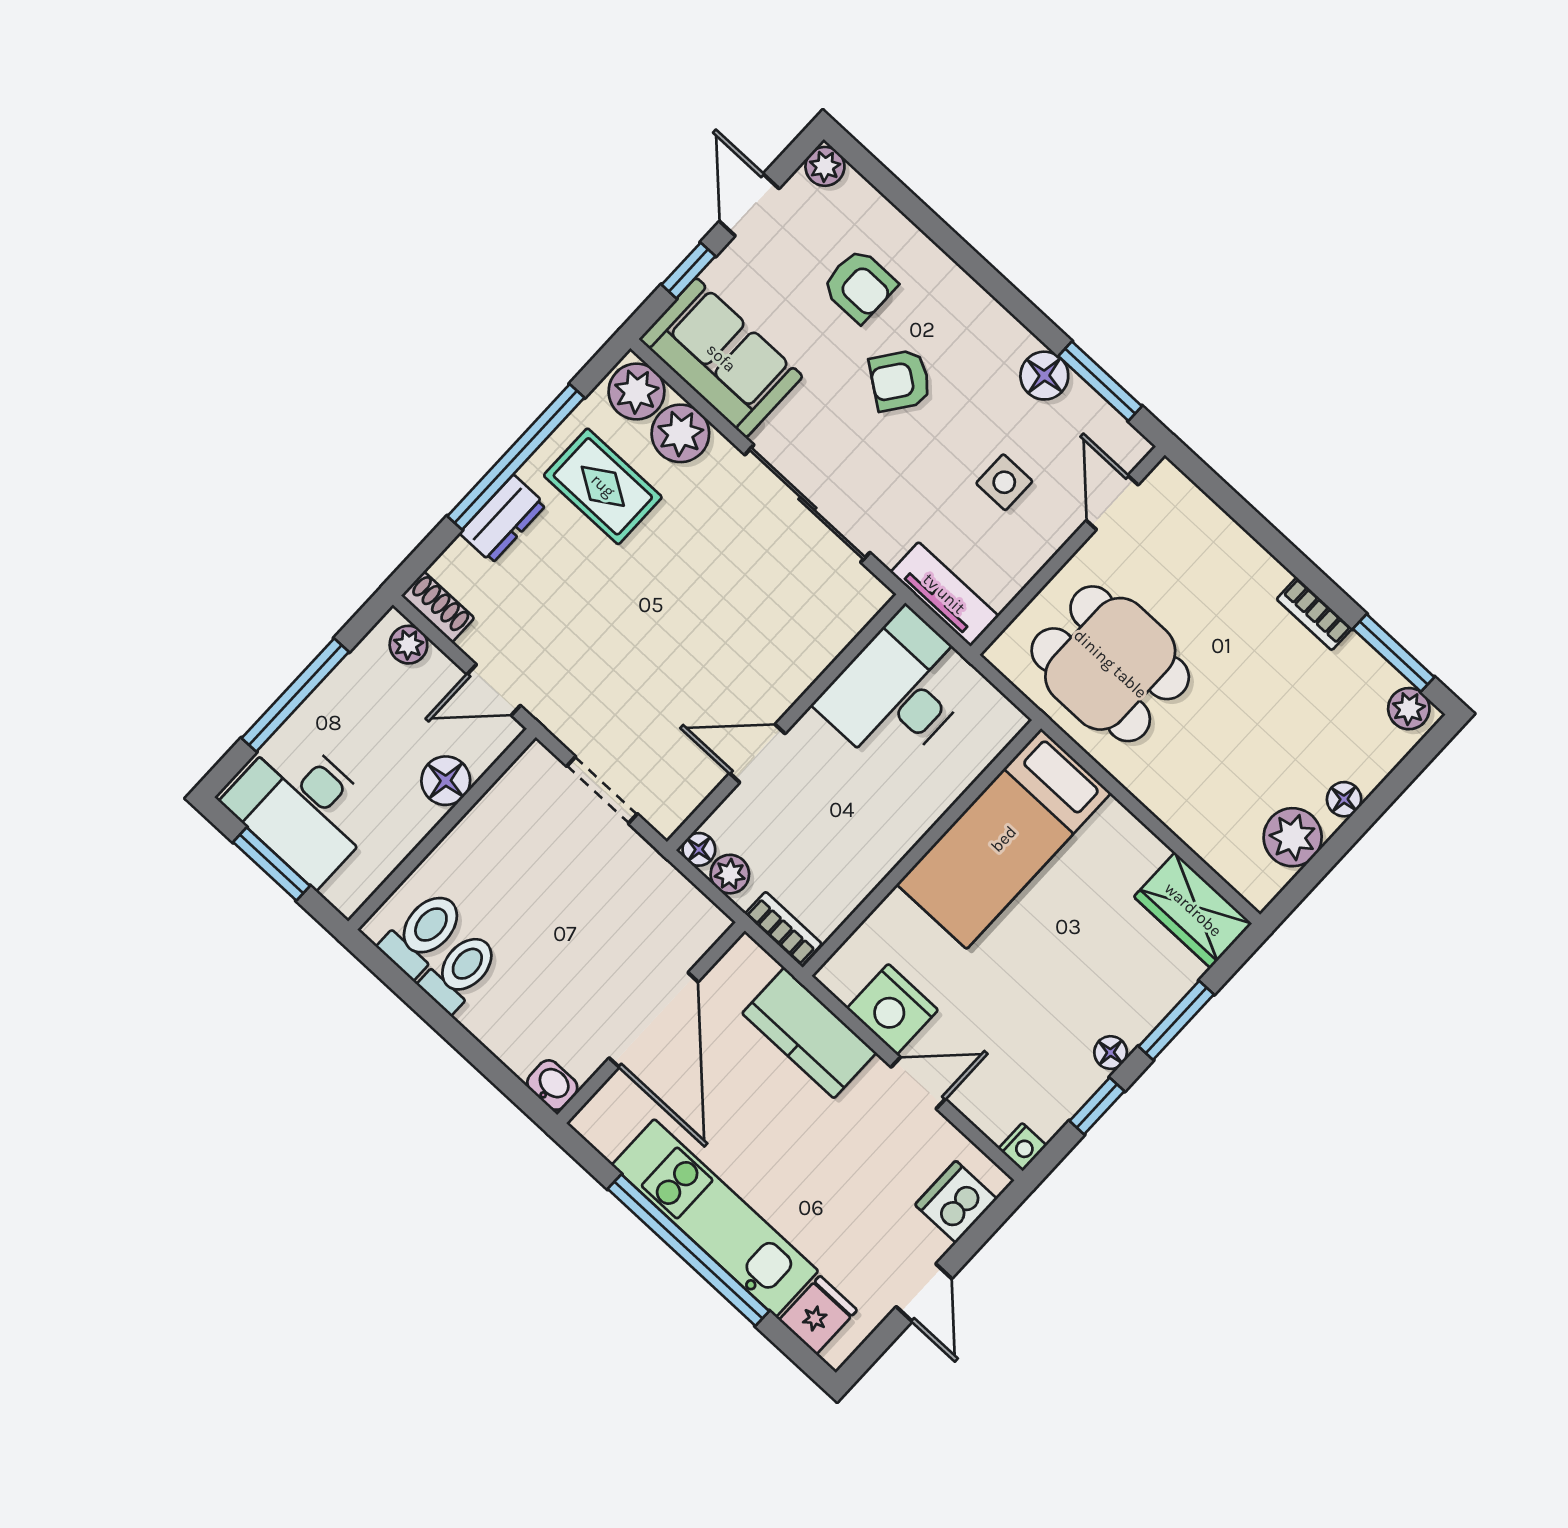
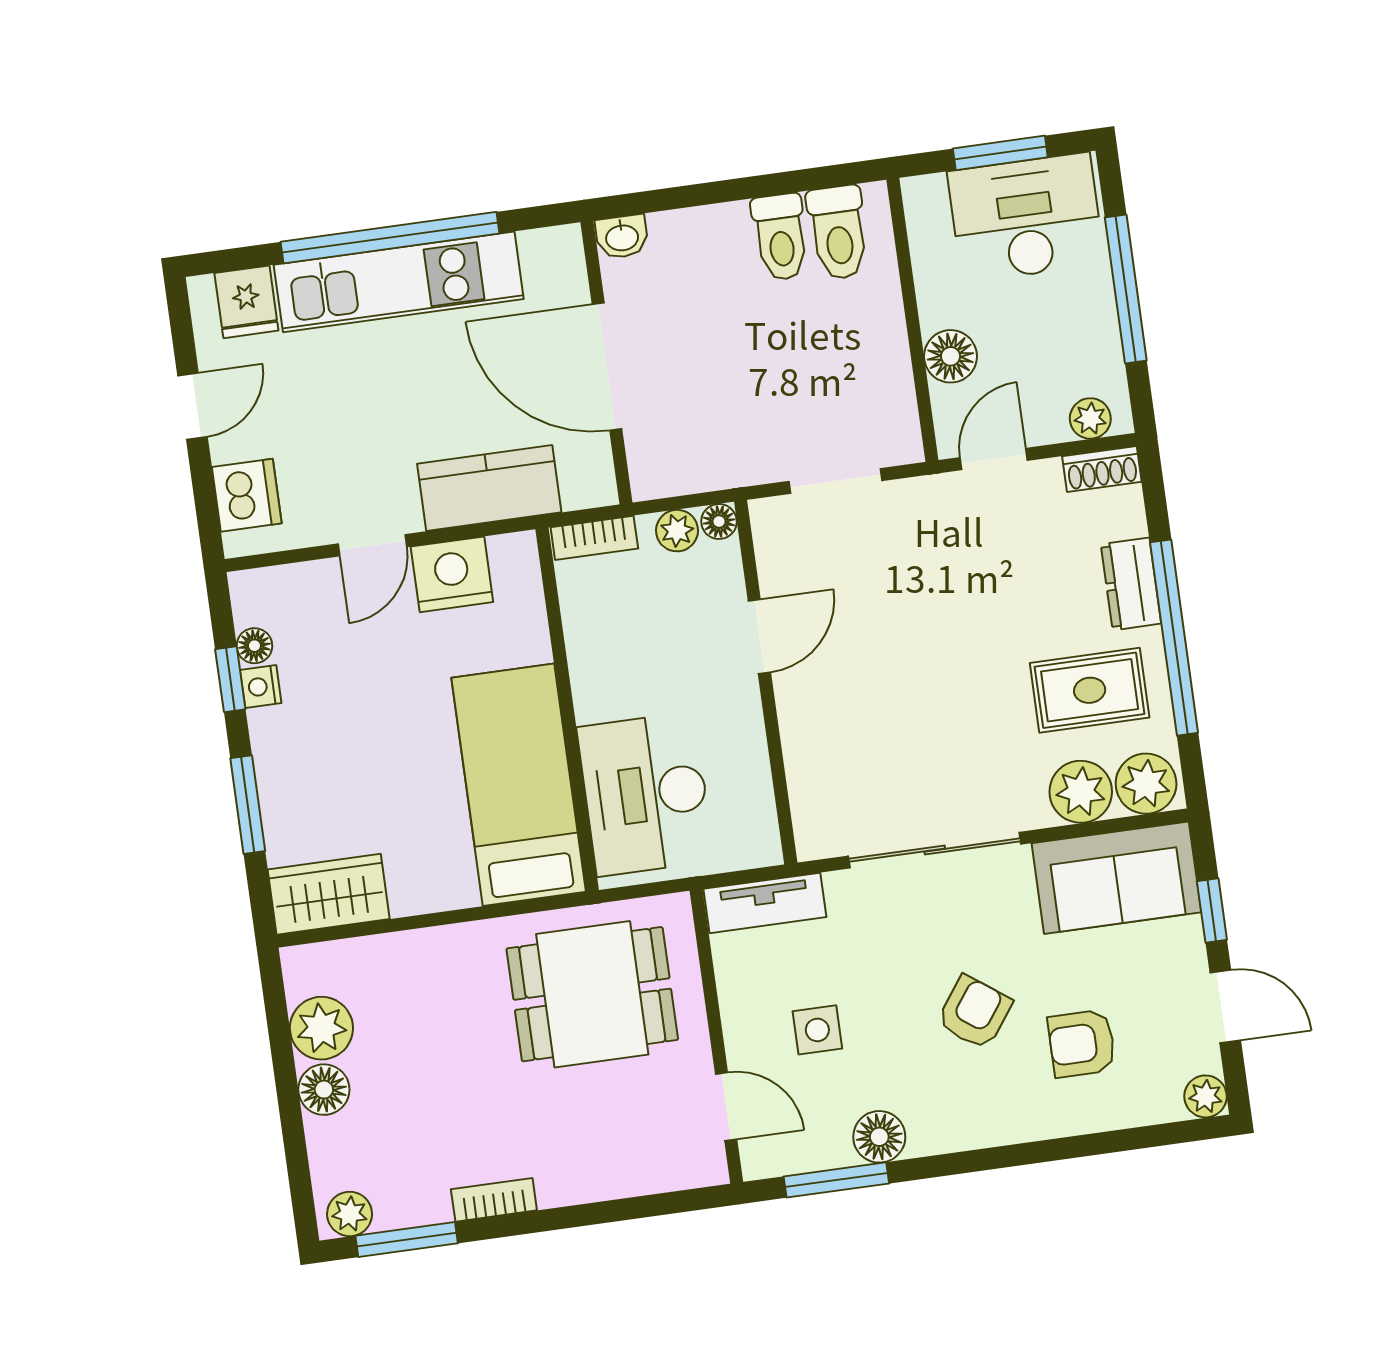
desk: (898, 691) -> (646, 794), moved, turned 180
floor lamp: (1344, 799) -> (324, 1090), width x1.37, depth x1.37
floor lamp: (1111, 1053) -> (254, 646), moved
nightstand: (1022, 1147) -> (261, 687), moved
door: (924, 1293) -> (192, 406), swing flipped

